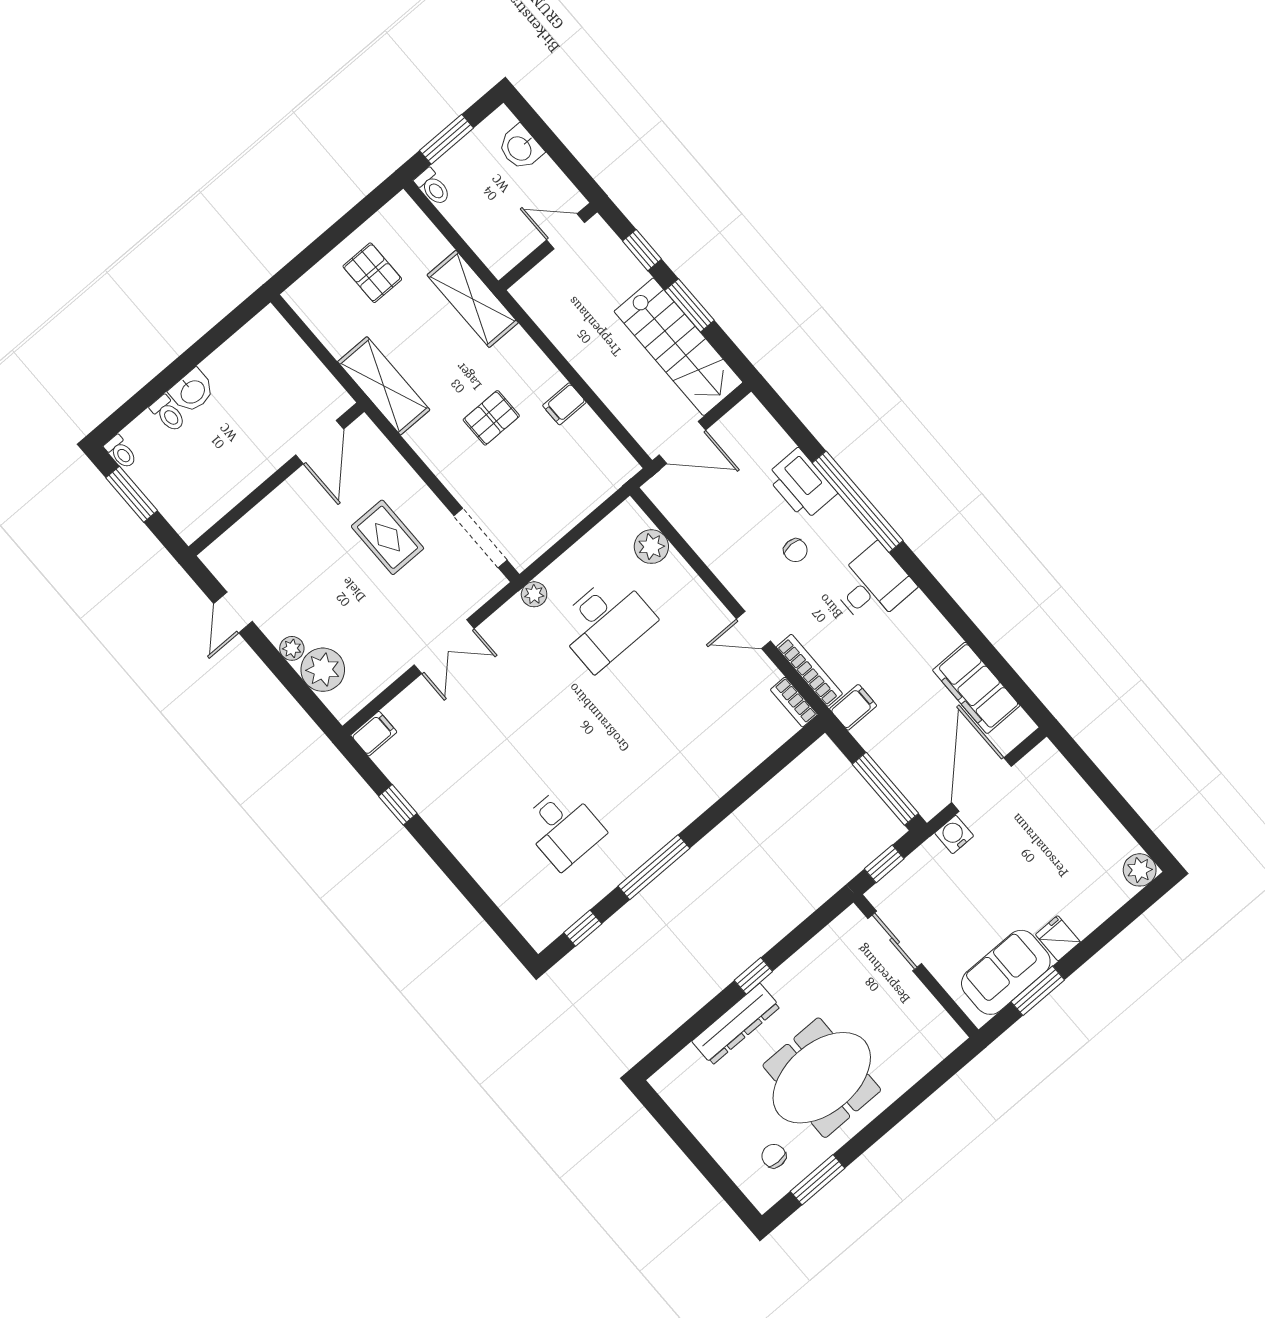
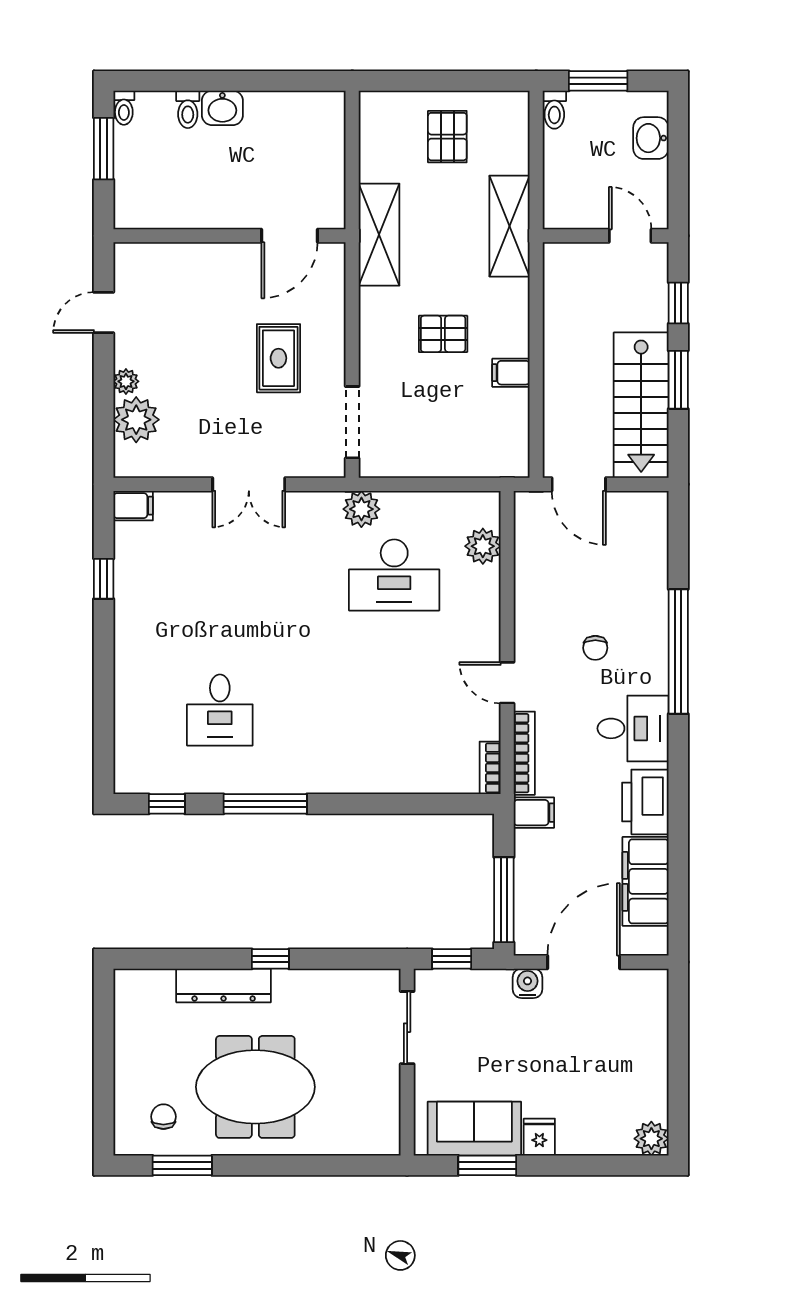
printer: (801, 484) -> (645, 802), moved
plant: (534, 594) -> (361, 509), width x1.38, depth x1.38

